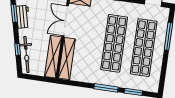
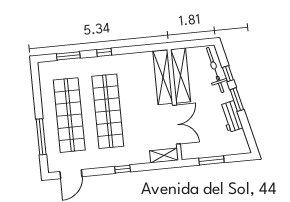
window: (14, 13) -> (237, 100), moved
window: (106, 88) -> (104, 52), width x0.46

